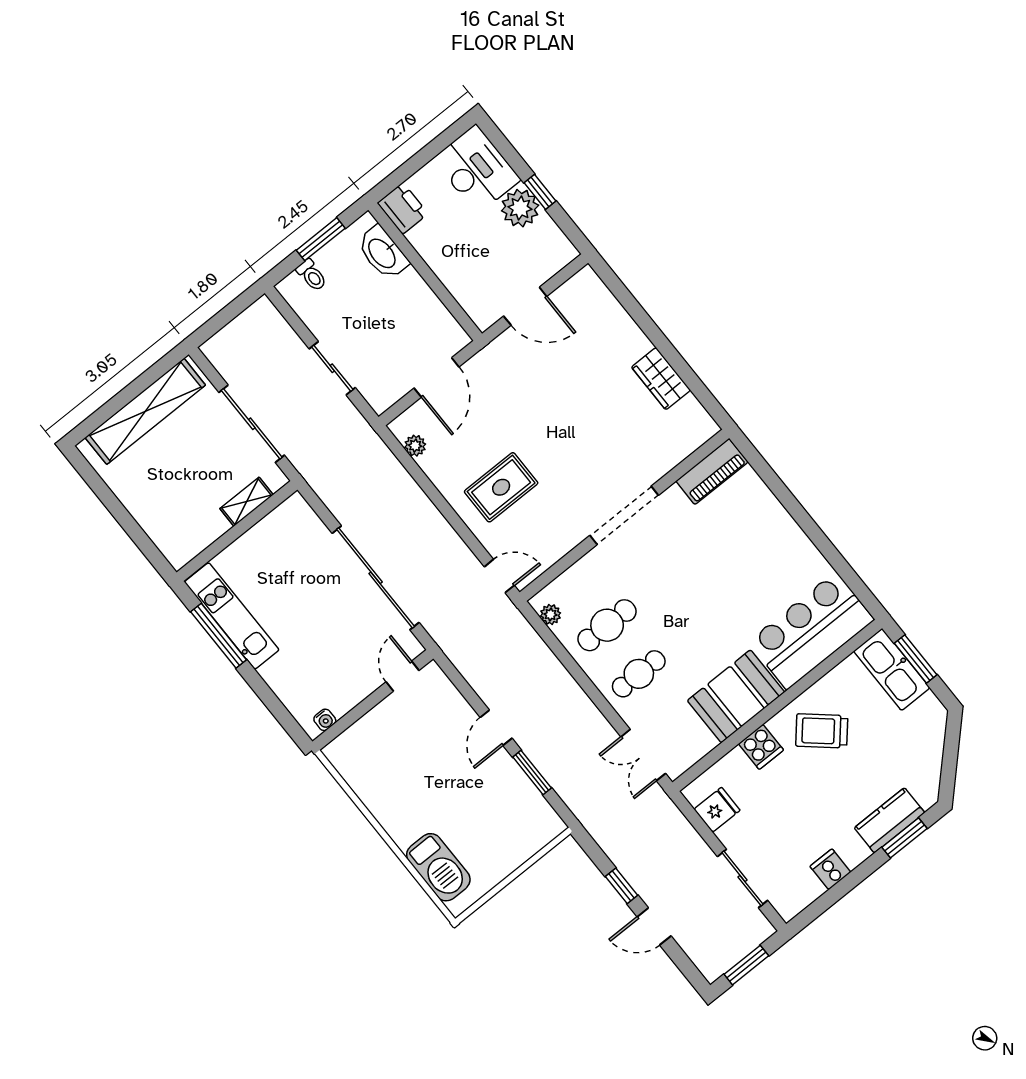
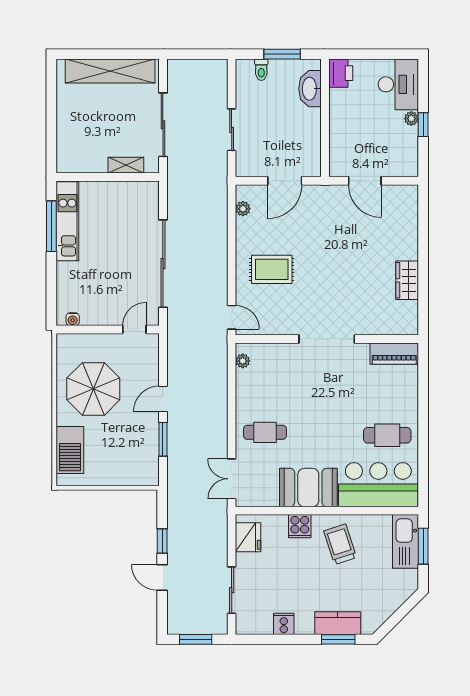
plant: (520, 208) -> (411, 119), width x0.53, depth x0.53
cafe table: (607, 625) -> (387, 435), moved
trolley: (822, 731) -> (340, 544), turned 31
parasol: (410, 779) -> (93, 389), added
fridge: (717, 810) -> (248, 537), width x1.38

